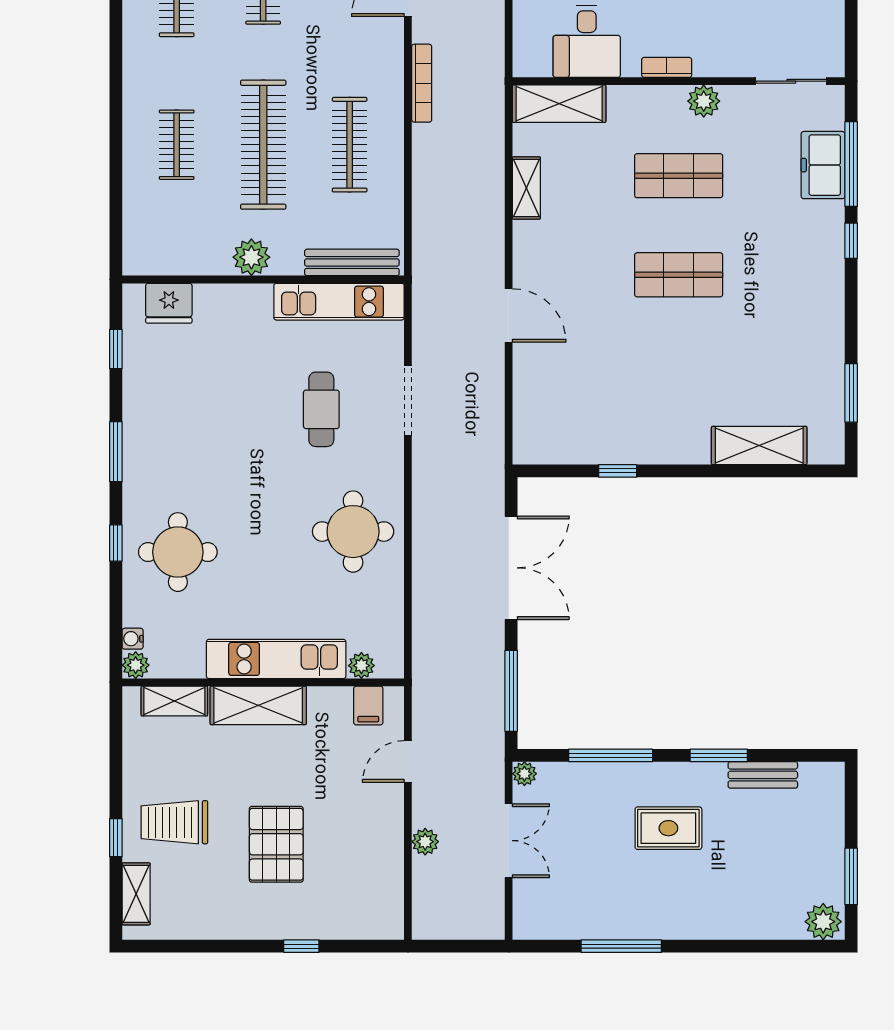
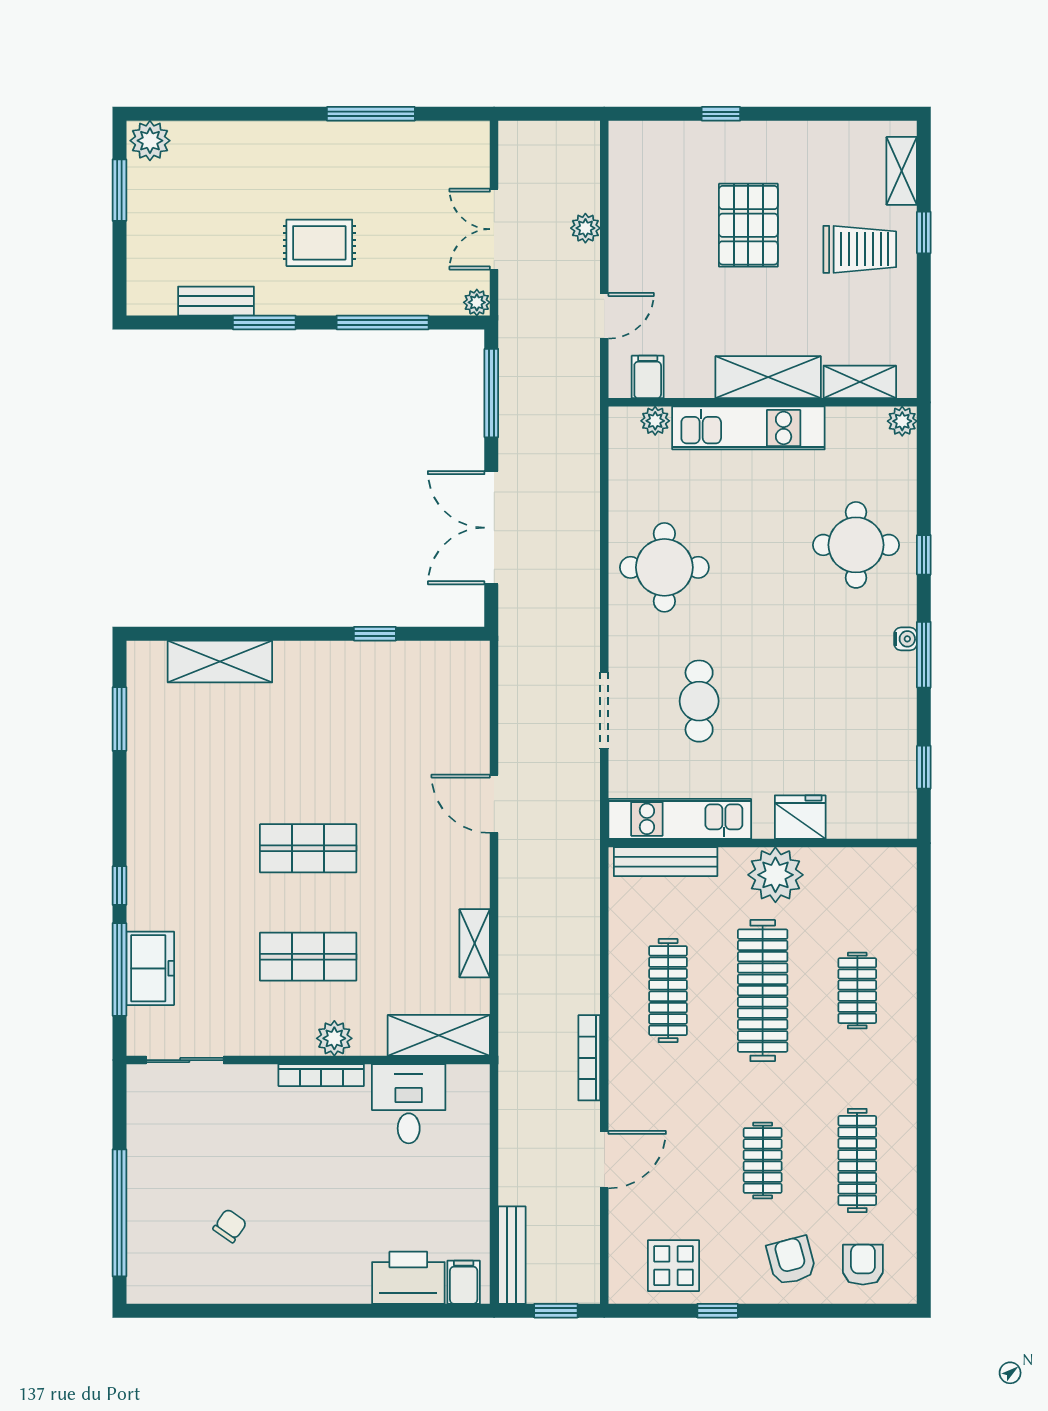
bookcase: (667, 67) -> (321, 1075), width x1.56
plant: (704, 101) -> (334, 1038), moved
plant: (251, 257) -> (775, 875), width x1.36, depth x1.36
fridge: (169, 303) -> (800, 817), moved
water cooler: (133, 639) -> (905, 639), moved

